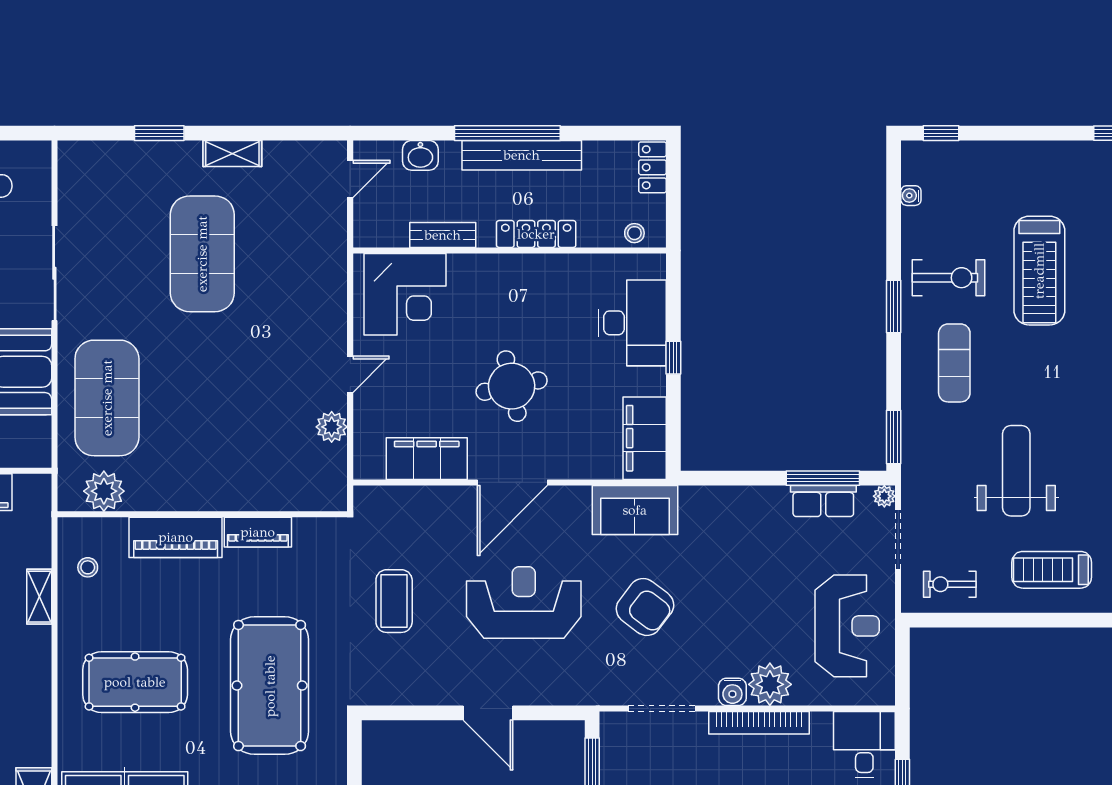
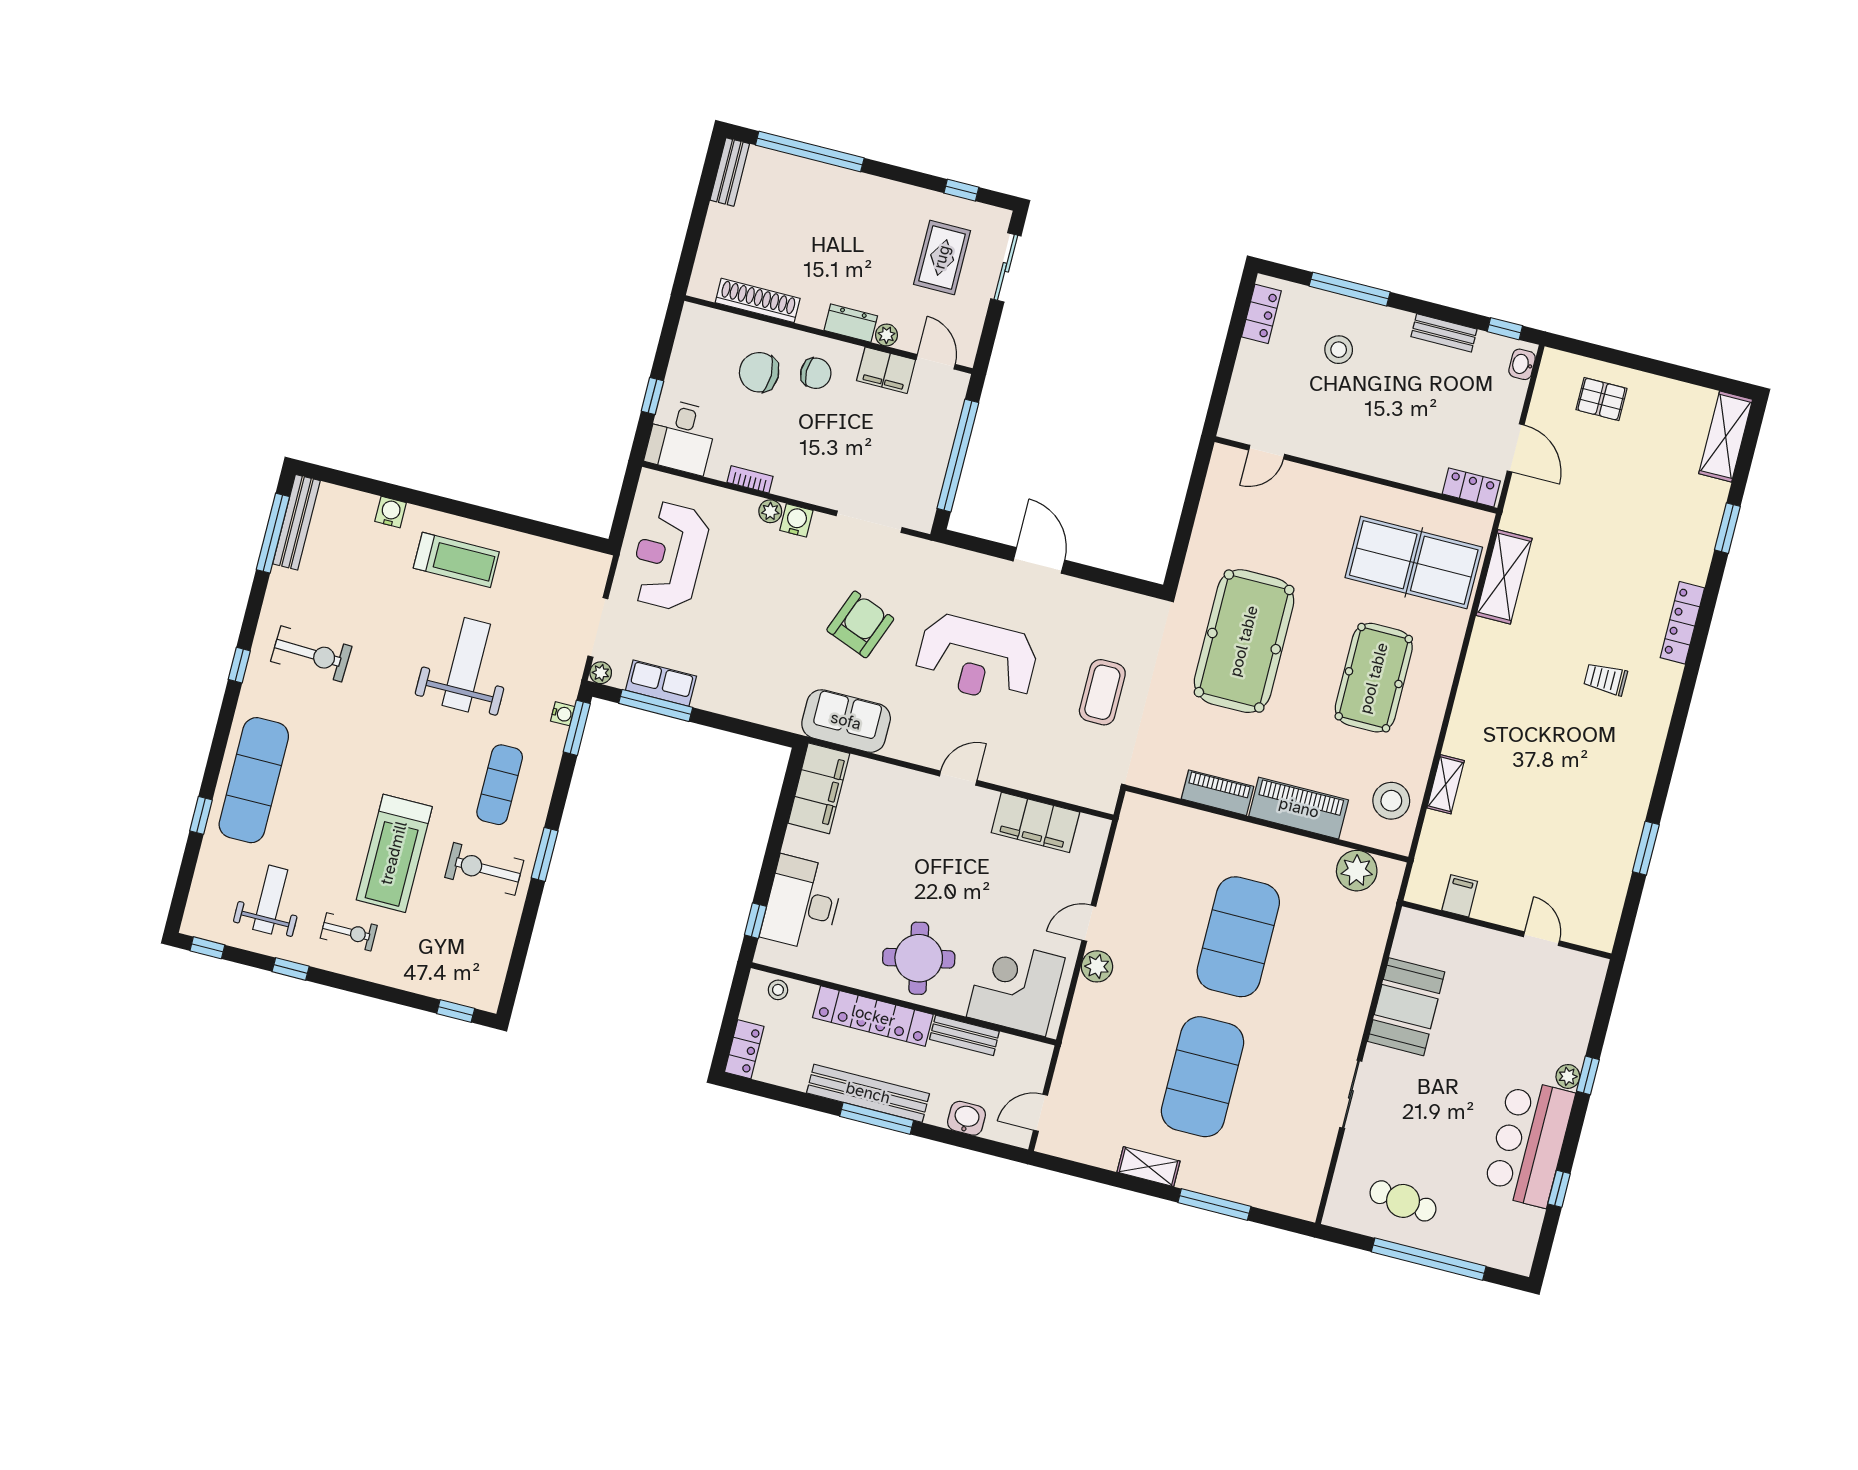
window: (159, 133) -> (1214, 1204), width x1.44
window: (507, 133) -> (877, 1118), width x0.68
water cooler: (911, 196) -> (563, 714), moved
locker: (536, 234) -> (873, 1016), width x1.41, depth x1.21
treadmill: (1039, 271) -> (394, 853), turned 180
sliding door: (54, 273) -> (1351, 1094), width x0.73
window: (673, 358) -> (755, 921), moved
round table: (512, 386) -> (919, 958), moved
exercise mat: (107, 398) -> (1238, 937), moved
plant: (332, 427) -> (1097, 966), moved
weight bench: (1016, 471) -> (466, 665), turned 180
door: (512, 482) -> (958, 778), width x0.53
stool: (88, 567) -> (1391, 801), width x1.89, depth x1.89
exercise bike: (950, 584) -> (349, 932), moved
armchair: (645, 607) -> (860, 624), turned 74
pool table: (135, 682) -> (1374, 678), turned 90
plant: (770, 684) -> (770, 511), width x0.53, depth x0.53
bookcase: (759, 723) -> (750, 479), width x0.43, depth x0.76

